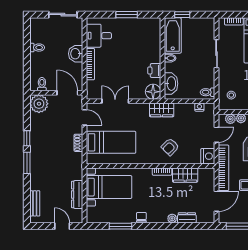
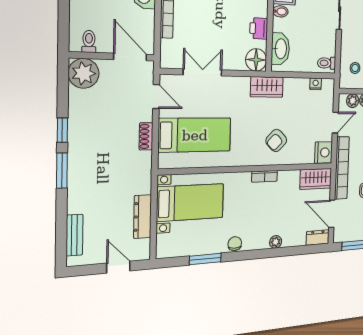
wardrobe: (185, 175) -> (316, 179), moved
door: (217, 201) -> (332, 214), swing flipped
dresser: (187, 218) -> (318, 238), moved

